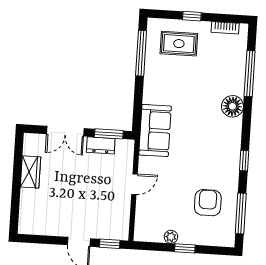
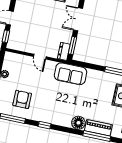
piano: (236, 73) -> (98, 128), added
dresser: (101, 145) -> (64, 51), moved
armchair: (208, 203) -> (22, 99), turned -90

